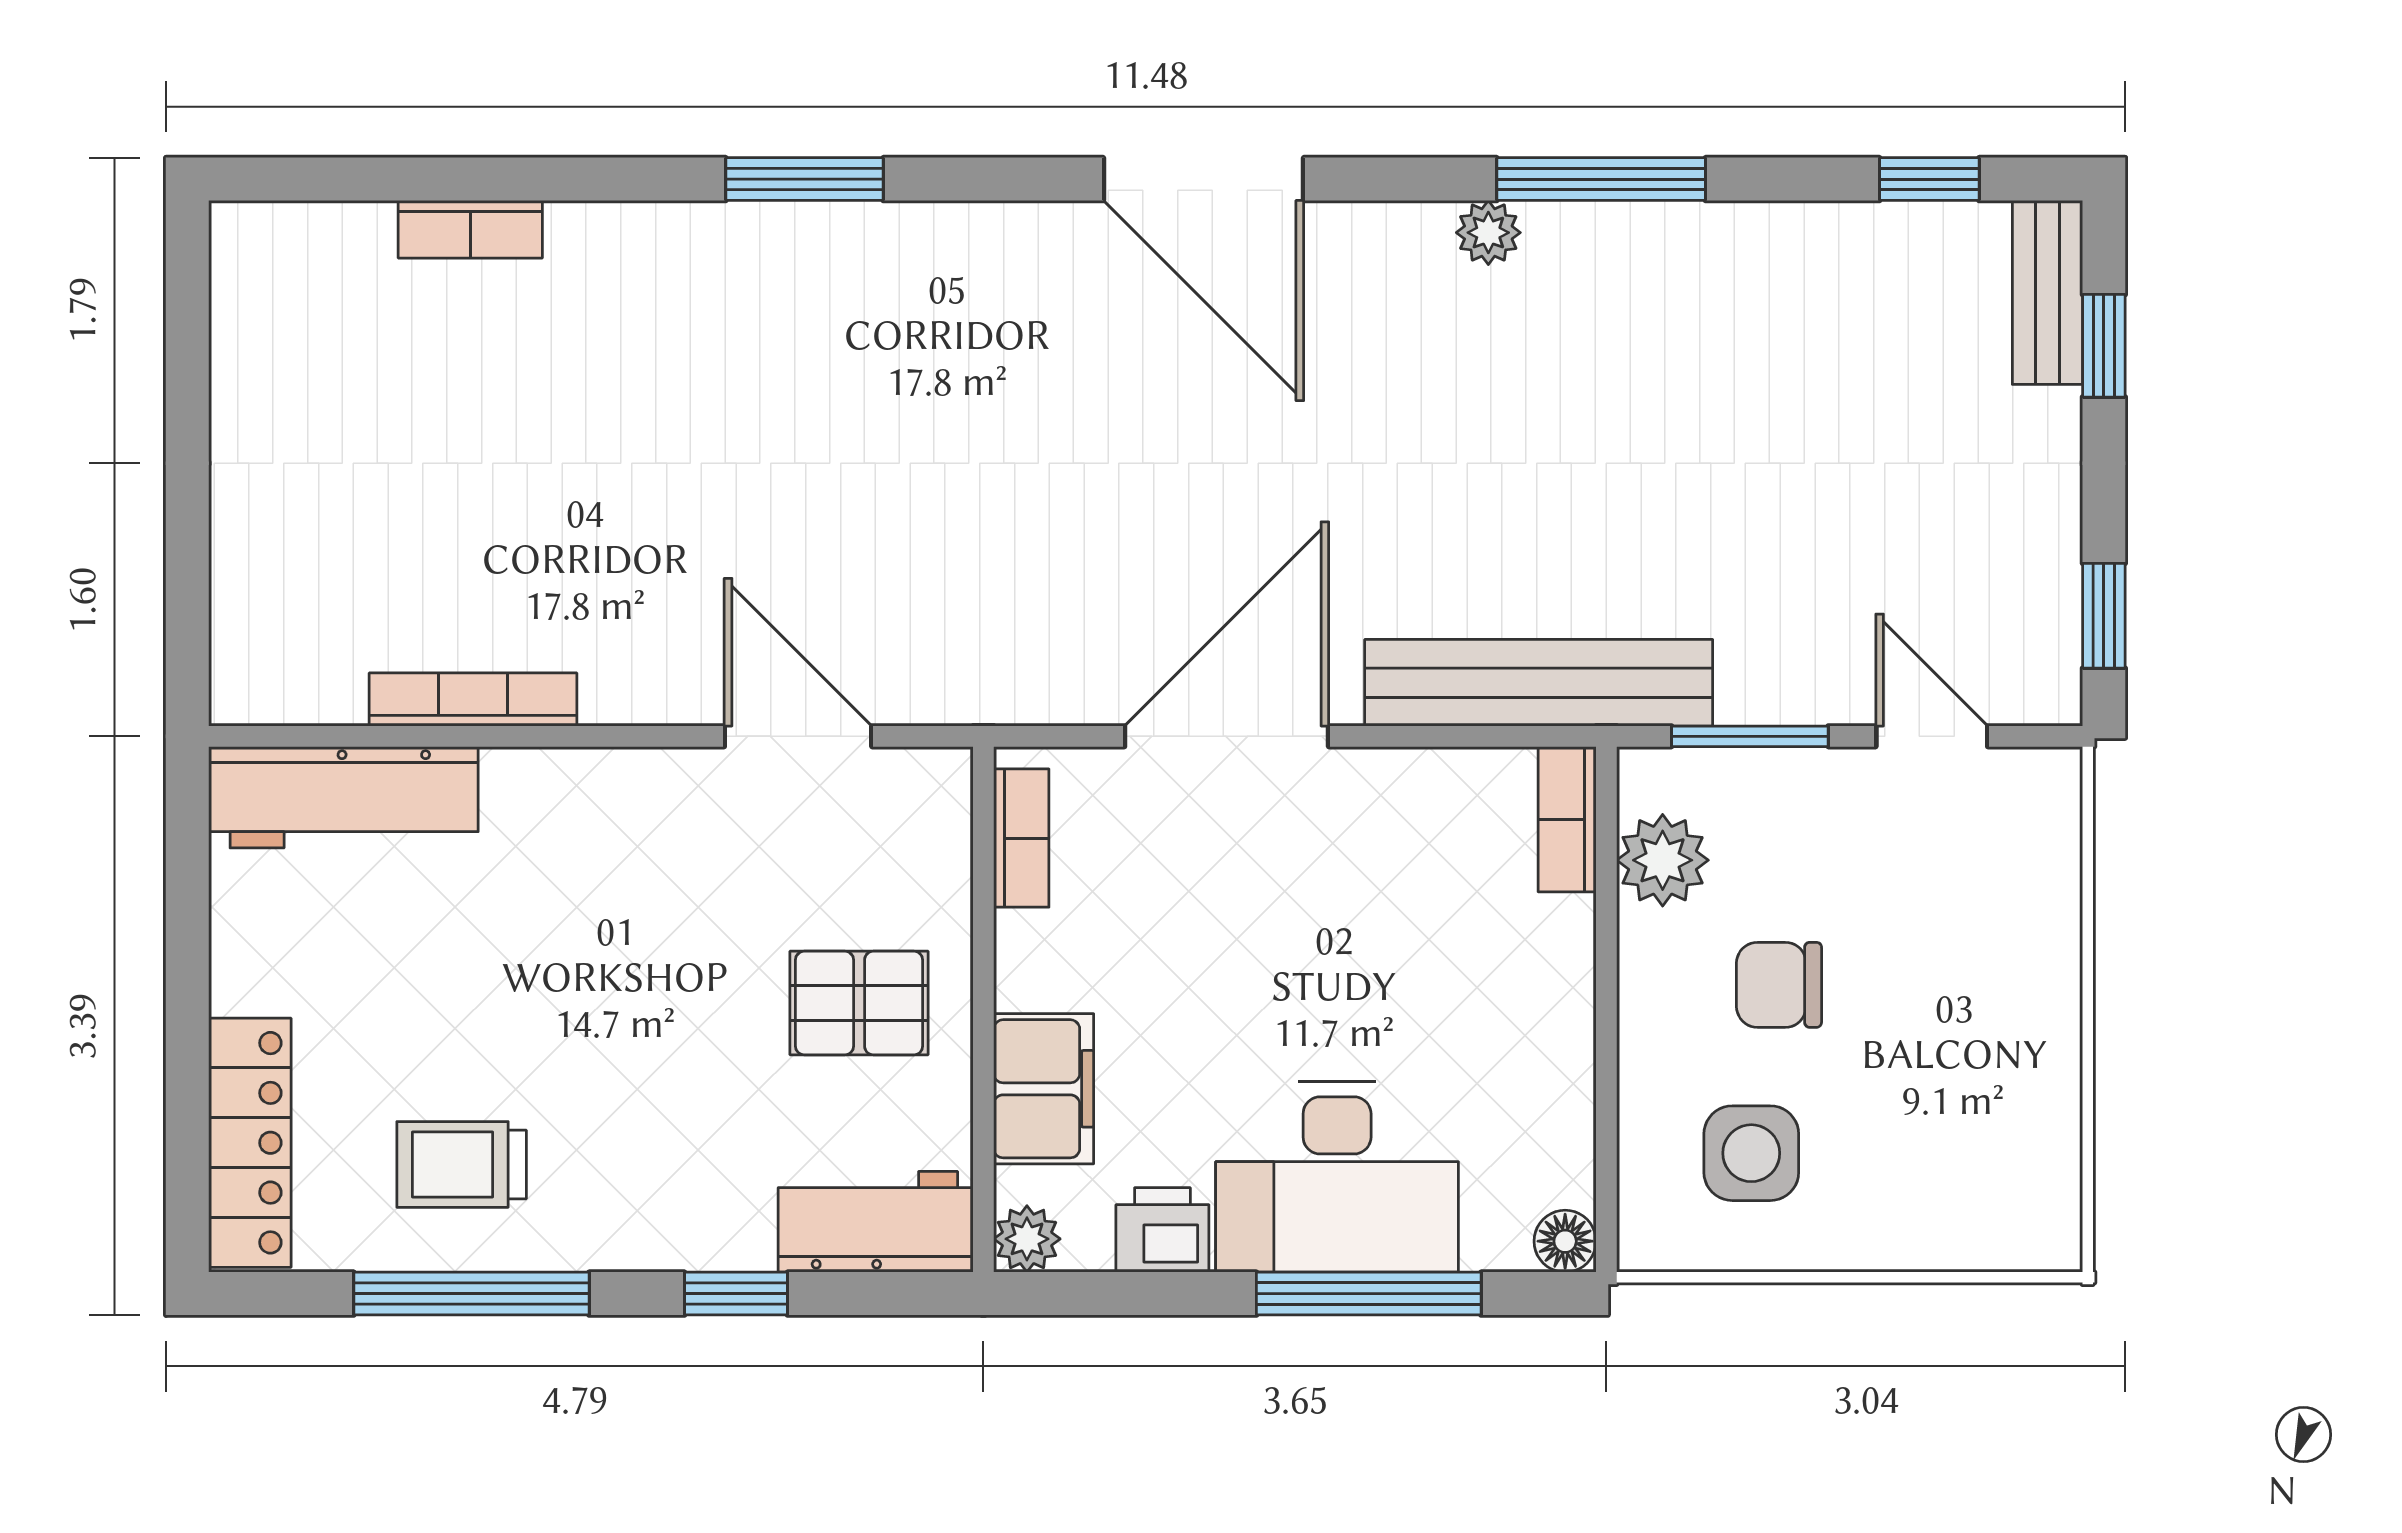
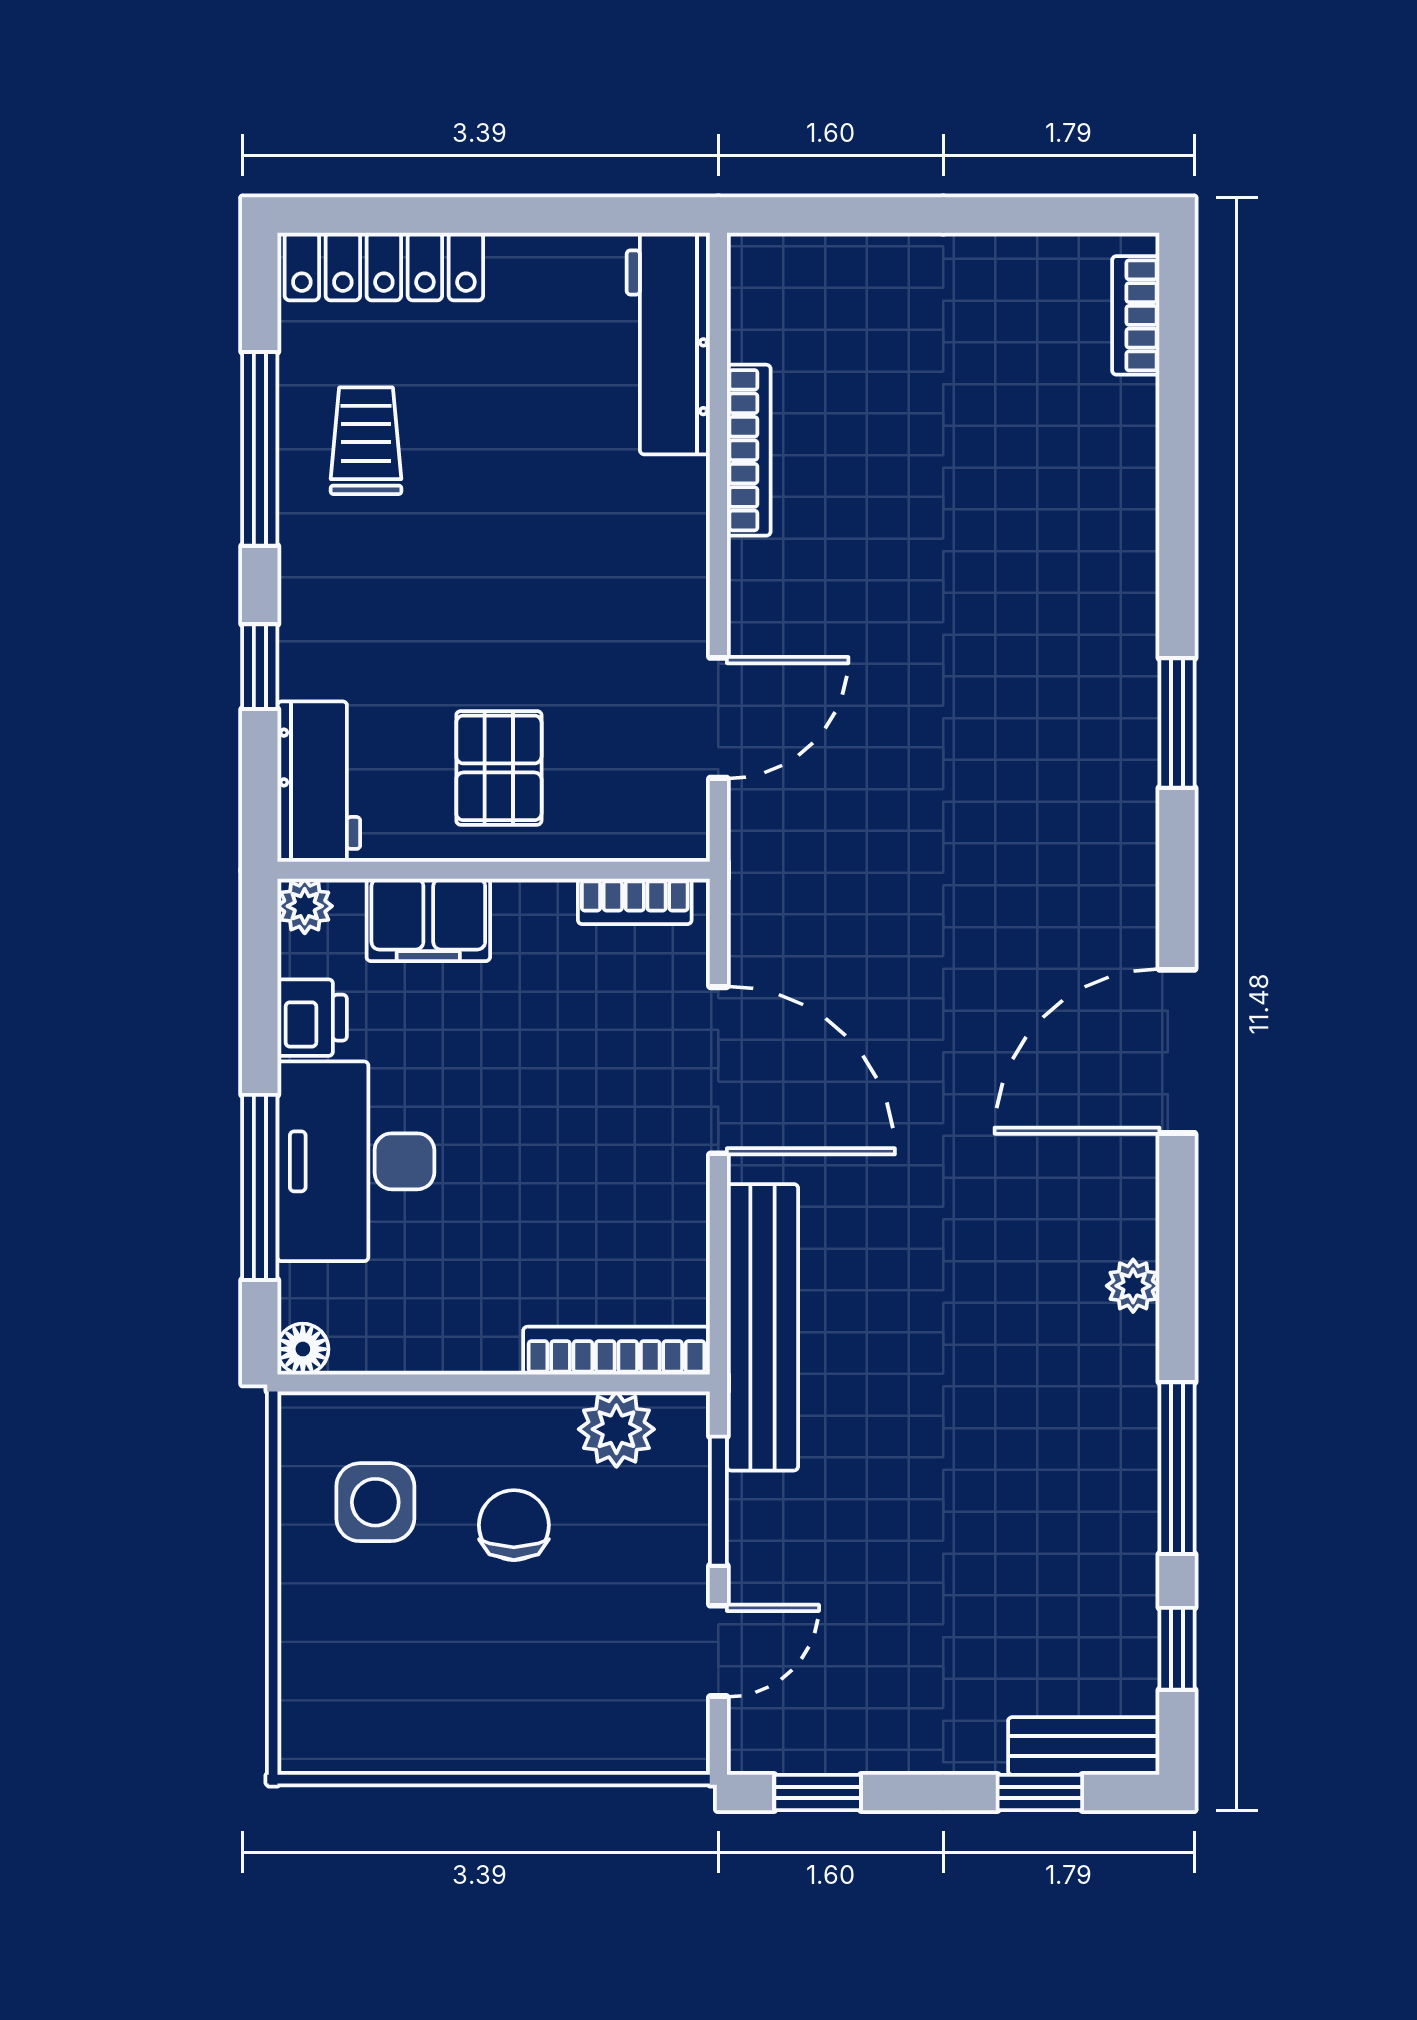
window: (1601, 179) -> (1177, 1468), moved
bookcase: (470, 229) -> (1136, 315), moved
bookcase: (1567, 819) -> (617, 1351), width x1.56

